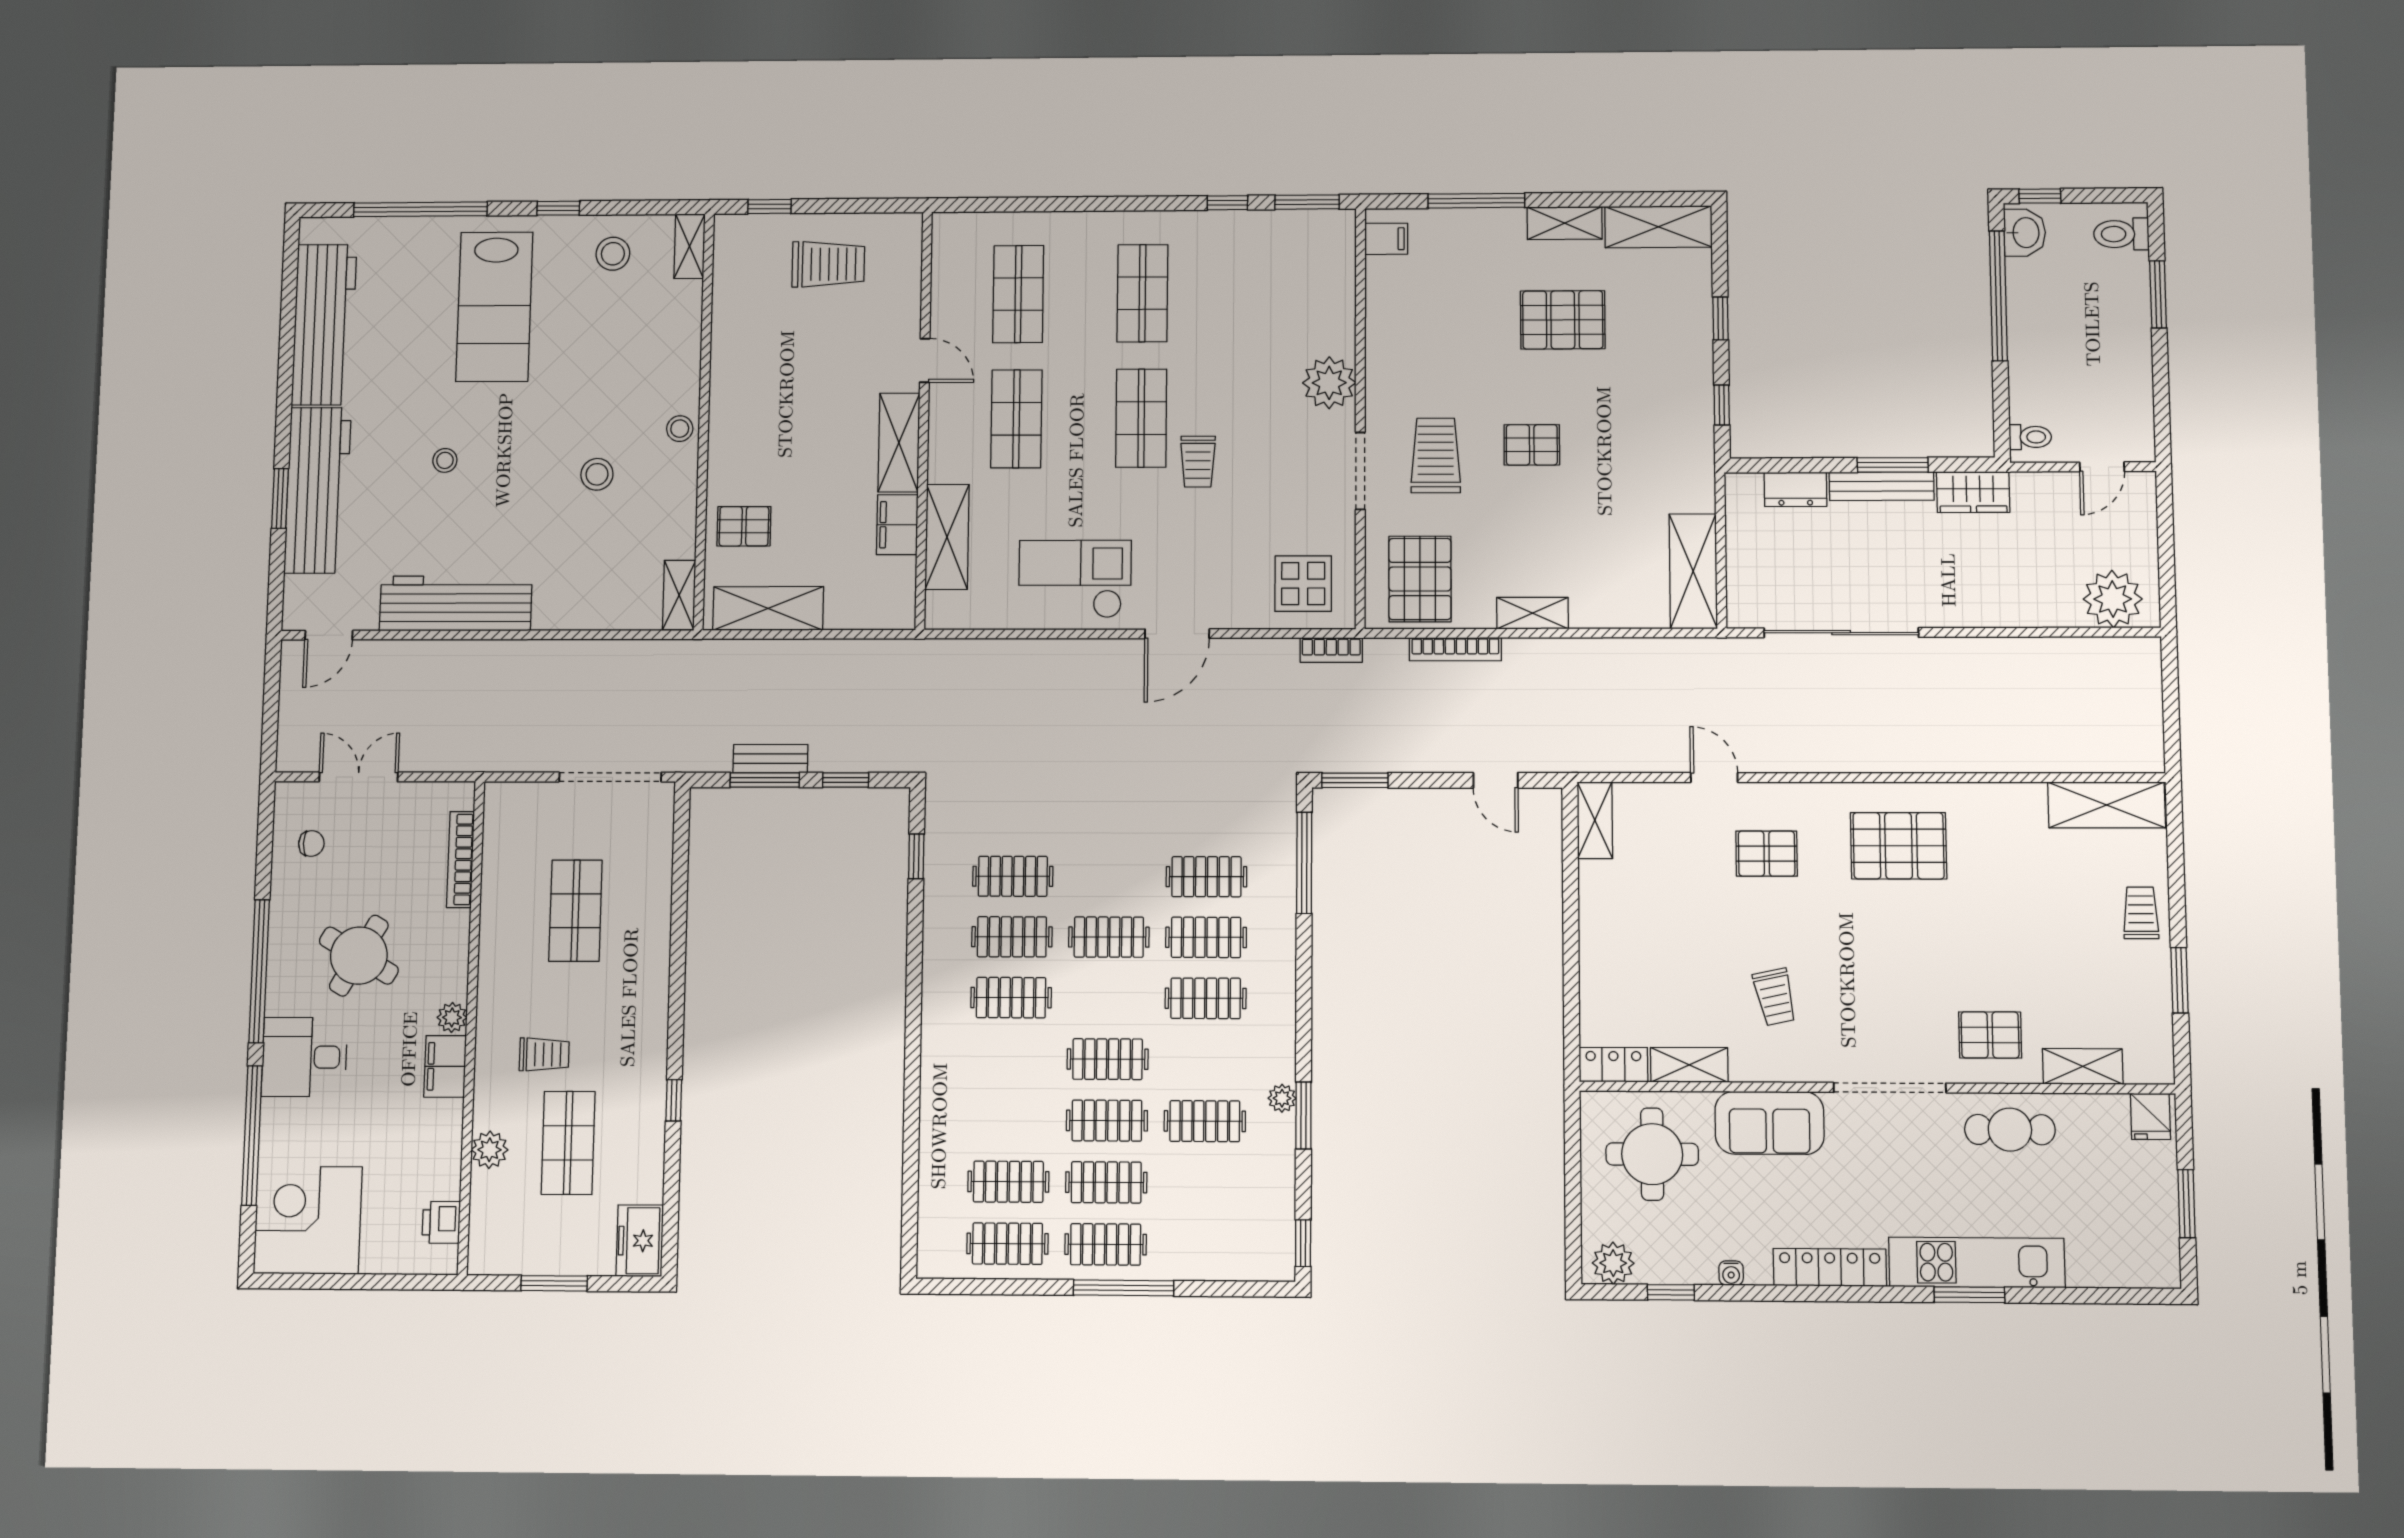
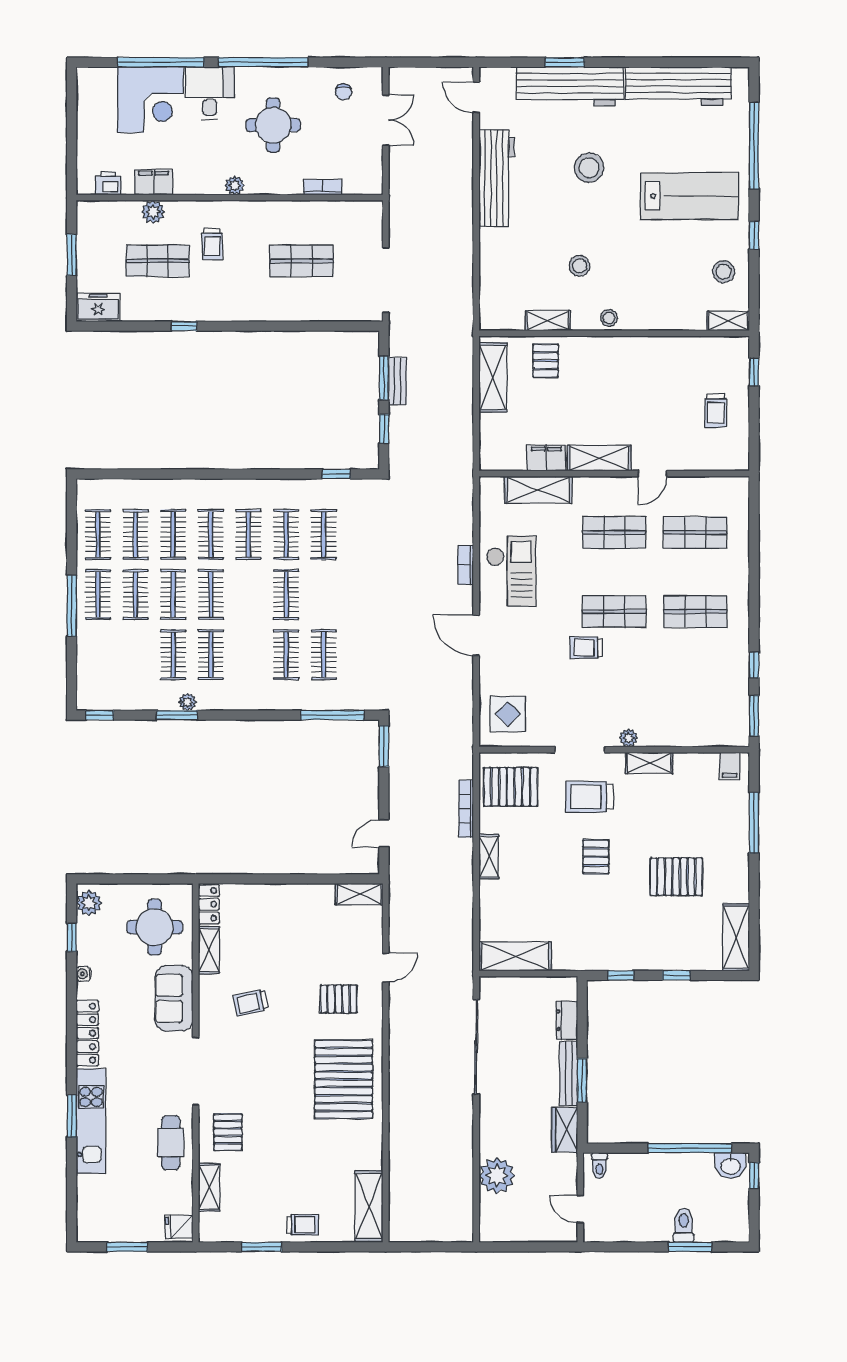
shelving: (1565, 223) -> (649, 763), moved, turned 90
toilet: (2121, 234) -> (684, 1225), moved
trolley: (828, 264) -> (716, 411), width x0.73, depth x0.72
lab bench: (494, 307) -> (689, 196), turned 180
pallet: (1563, 320) -> (676, 877), turned 90
plant: (1329, 383) -> (629, 738), width x0.53, depth x0.53
trolley: (1436, 455) -> (589, 797), turned 180
stool: (445, 460) -> (589, 168), width x1.89, depth x1.89
shelving: (679, 595) -> (548, 321), moved
plant: (2113, 599) -> (497, 1176), moved
bookcase: (1331, 650) -> (466, 565), moved
pallet: (1899, 846) -> (344, 1079), width x1.37, depth x1.41
pallet: (1767, 854) -> (339, 999), turned 90
bookcase: (460, 859) -> (323, 187), width x0.64
round table: (359, 956) -> (273, 125), turned -30
clothes rail: (1206, 998) -> (211, 655), moved
clothes rail: (1010, 1059) -> (211, 534), added
filing cabinet: (445, 1066) -> (154, 182), moved
clothes rail: (1009, 1120) -> (173, 534), added
corner desk: (308, 1220) -> (151, 100), moved, turned 90

